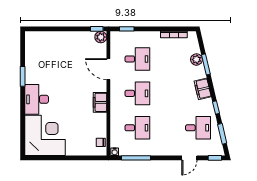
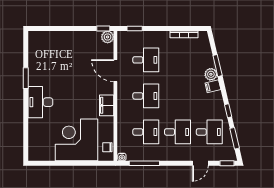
plant: (196, 59) -> (211, 74), moved
filing cabinet: (203, 89) -> (213, 86), width x0.50
desk: (168, 128) -> (178, 132), added
corner desk: (45, 135) -> (76, 140), moved, turned -90

